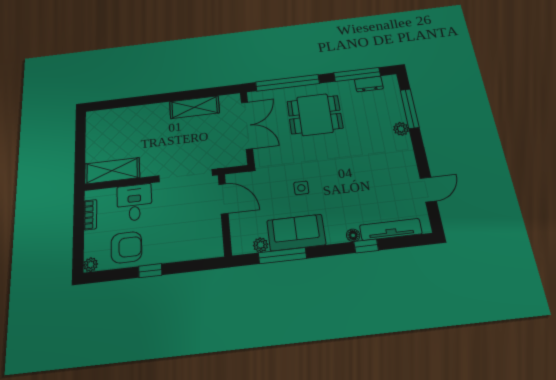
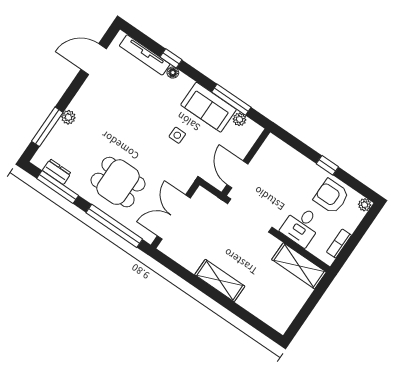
shelving: (194, 107) -> (220, 280), moved
door: (428, 190) -> (94, 59), width x1.38

